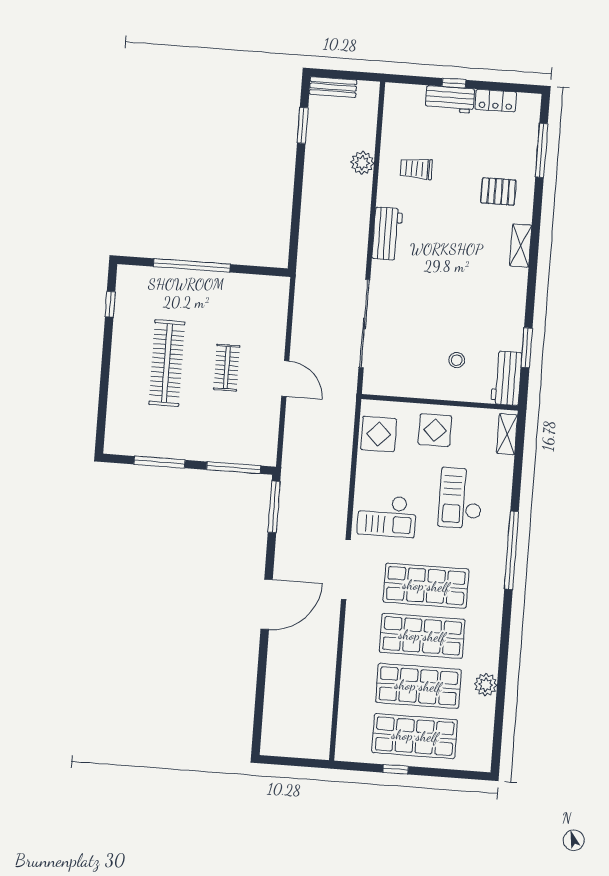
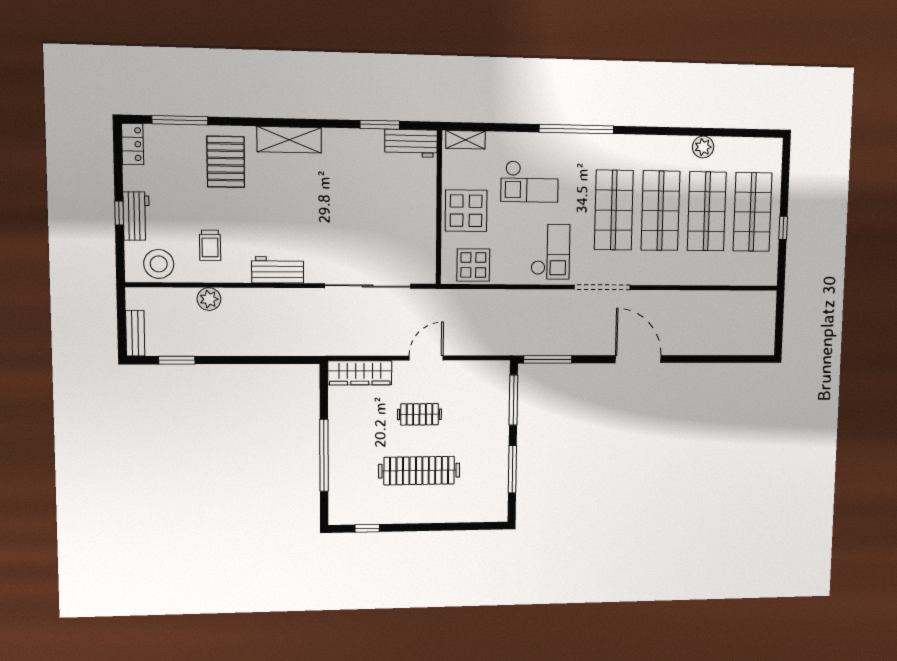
locker: (496, 101) -> (133, 144), moved
pallet: (498, 191) -> (226, 162), width x1.50, depth x1.42
shelving: (521, 246) -> (289, 140), width x1.50, depth x1.33
wardrobe: (275, 309) -> (360, 373), added
stool: (457, 360) -> (159, 264), moved, width x1.89, depth x1.89
display table: (435, 430) -> (466, 211), width x1.36, depth x1.36

